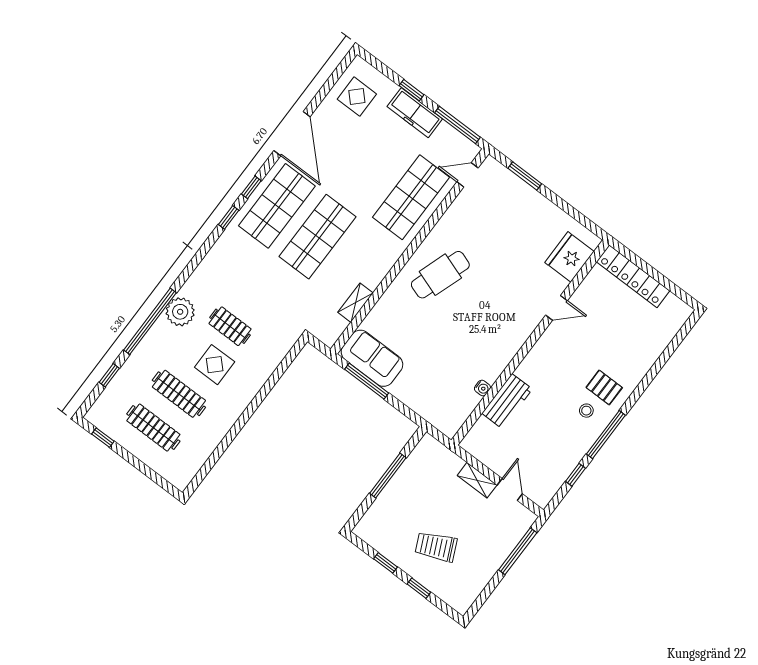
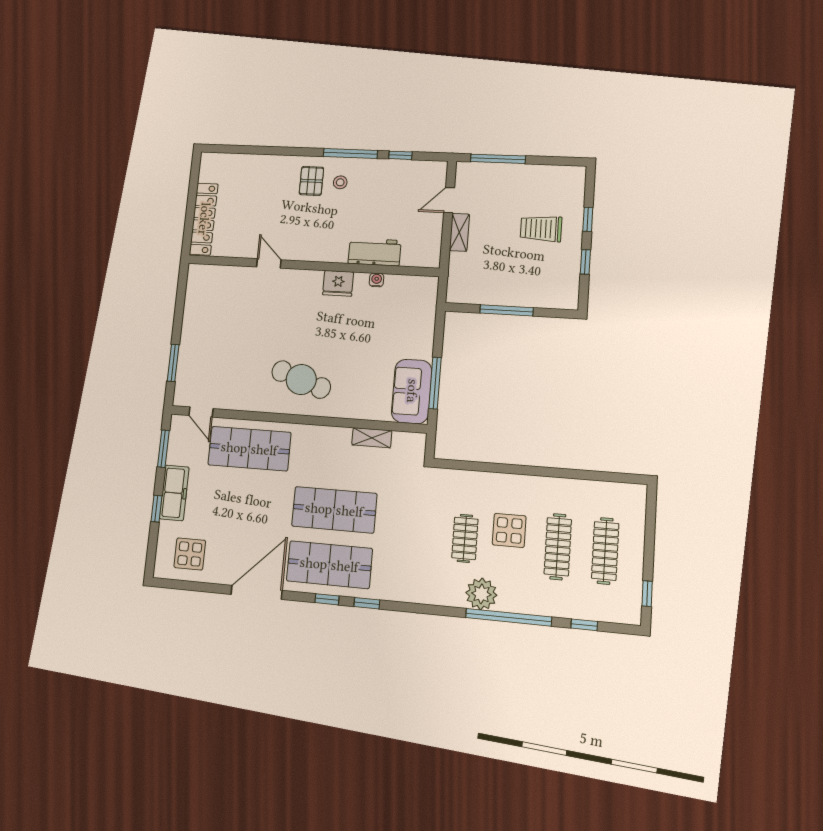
window: (457, 125) -> (163, 449), width x0.69
fridge: (569, 257) -> (338, 283), moved, width x0.73, depth x0.75
trolley: (436, 547) -> (541, 229), turned 115

